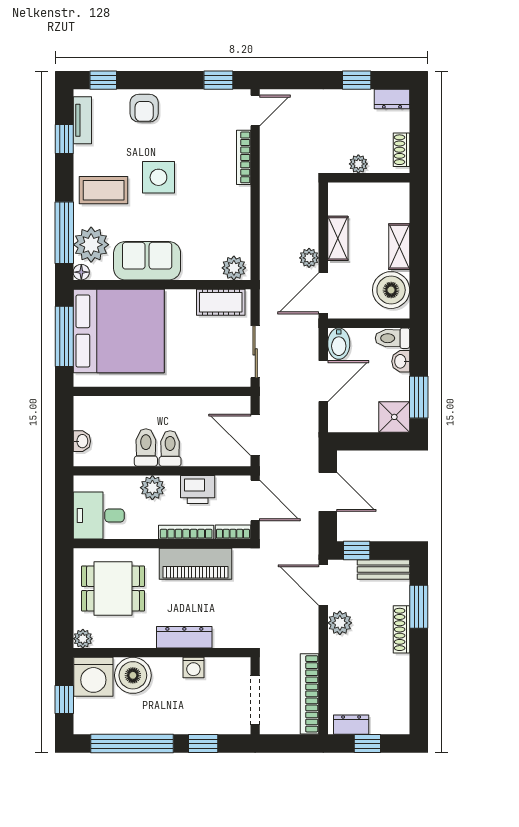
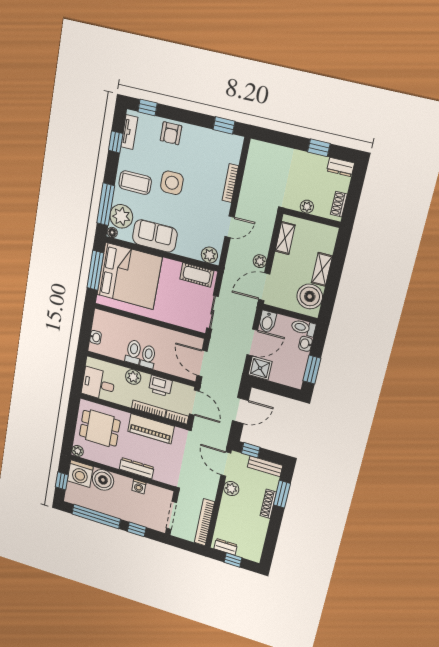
door: (255, 111) -> (230, 227), moved
shelving: (338, 238) -> (285, 238), moved
shower: (394, 417) -> (260, 368), moved
door: (328, 492) -> (240, 411), hinge flipped

